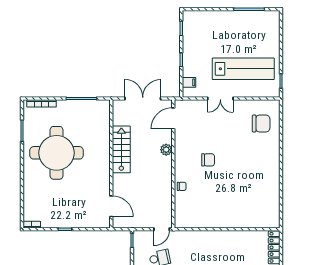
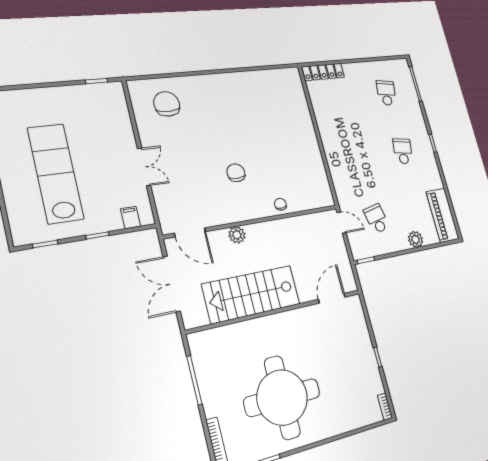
lab bench: (243, 69) -> (56, 173), moved
stairs: (121, 149) -> (251, 294), width x1.36, depth x1.51

